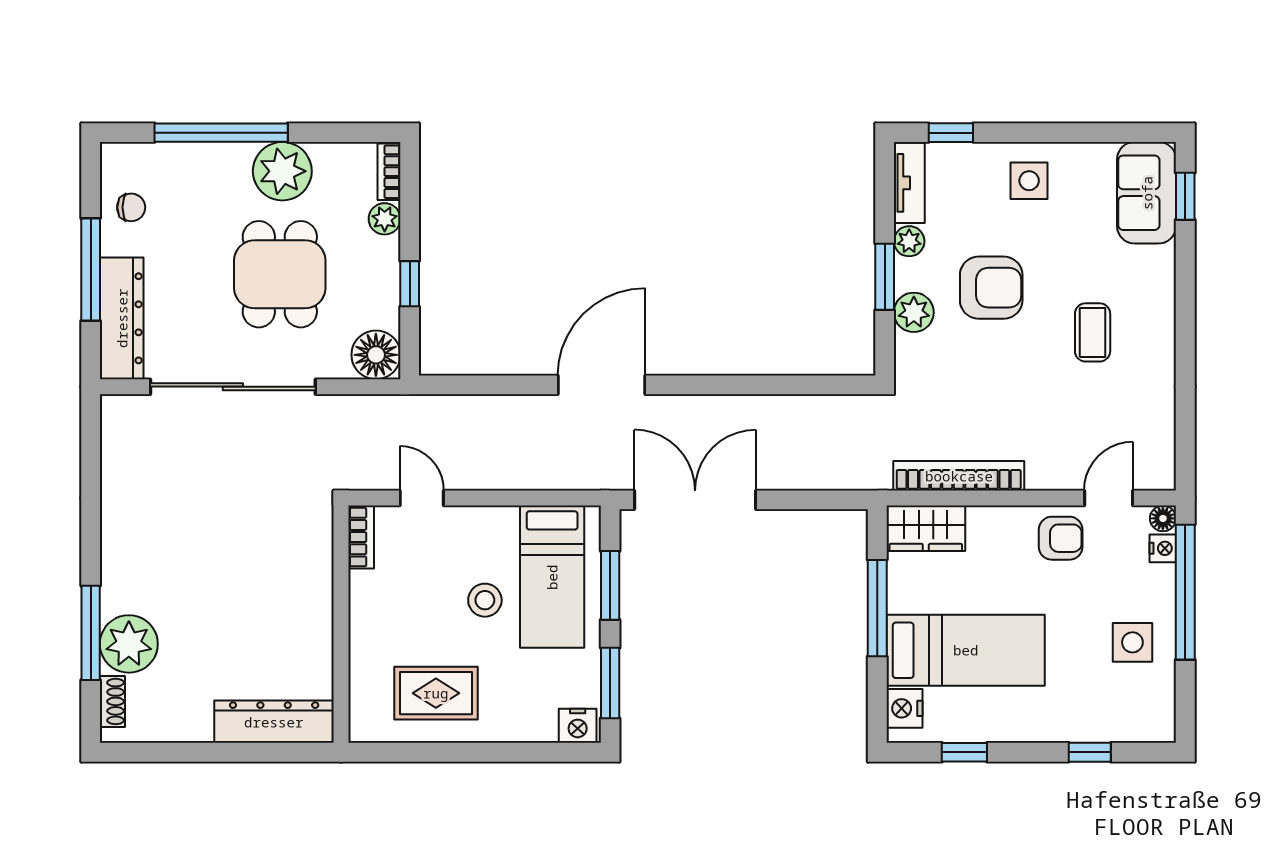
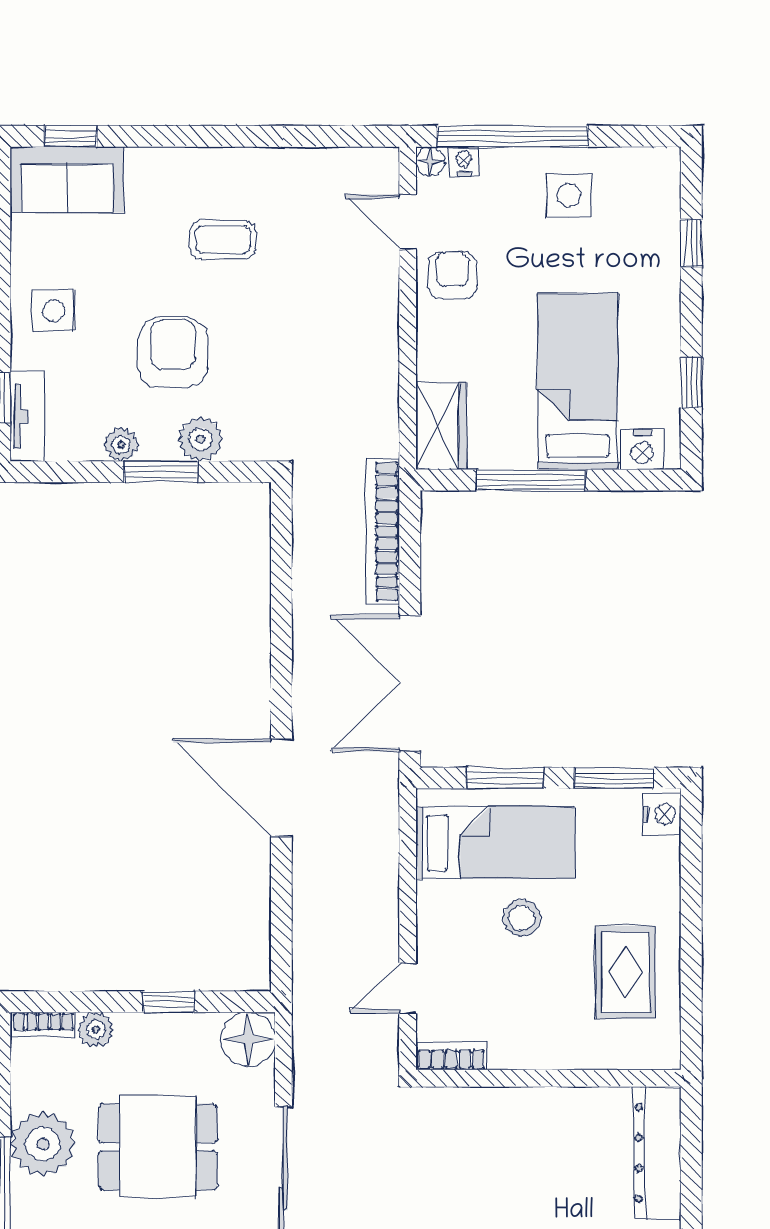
tv unit: (909, 183) -> (27, 416), moved, turned 90
bookcase: (959, 476) -> (383, 531), moved

